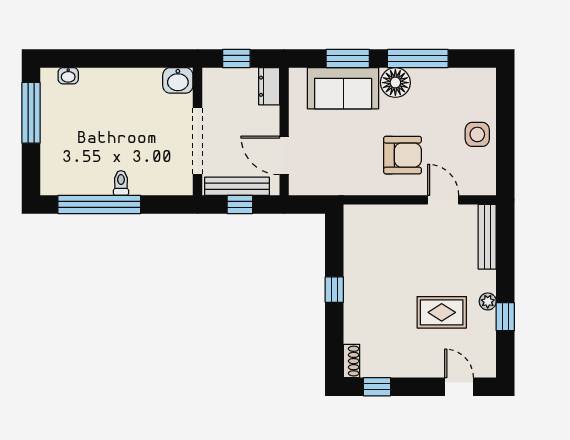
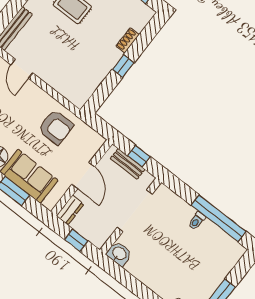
door: (284, 155) -> (83, 176), moved
armchair: (403, 155) -> (56, 127), moved, turned 180
bench: (237, 186) -> (128, 164), width x0.73
shoe rack: (352, 361) -> (128, 40), moved

